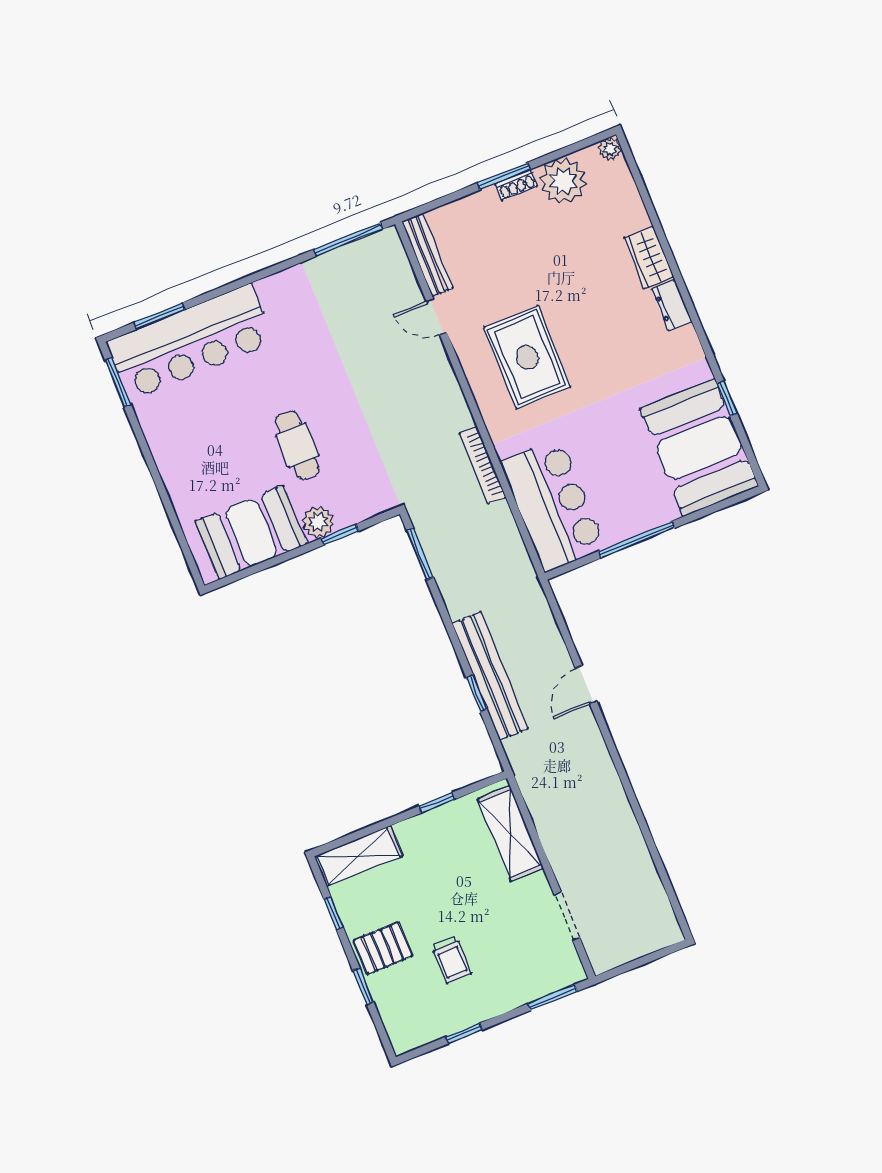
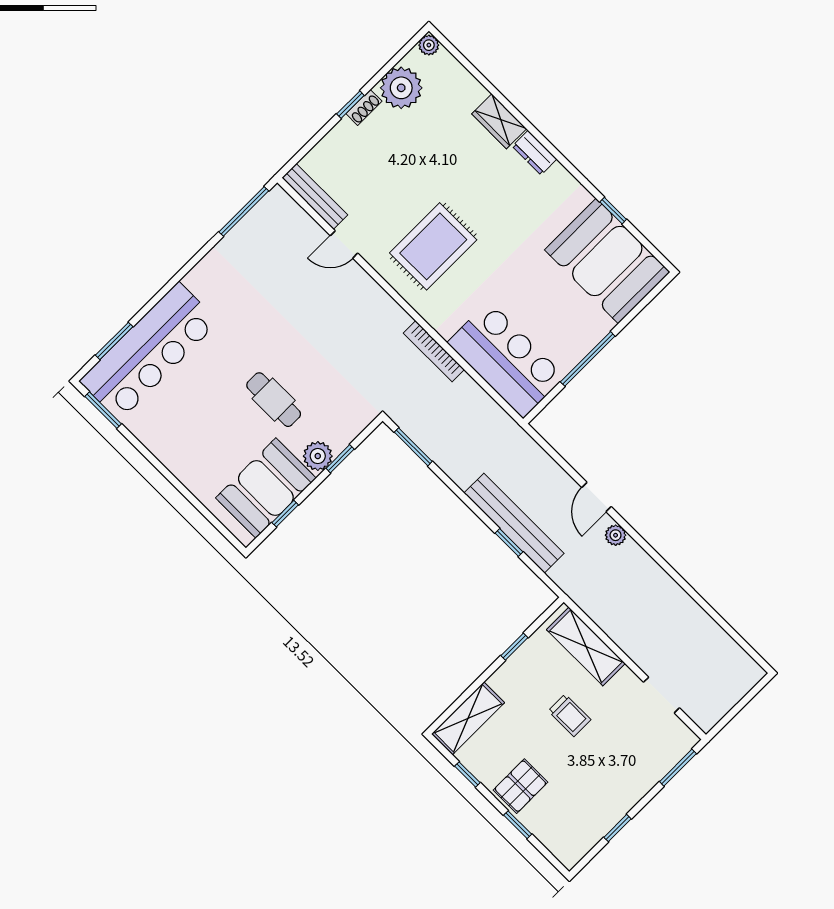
window: (504, 176) -> (350, 105), width x0.67
rug: (527, 357) -> (433, 246), turned 90
window: (260, 567) -> (285, 514), added
plant: (589, 732) -> (616, 535), added
trolley: (451, 960) -> (569, 715), moved

